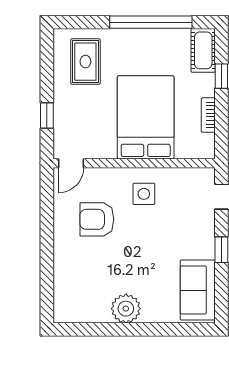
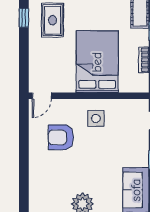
window: (47, 115) -> (24, 18), moved

